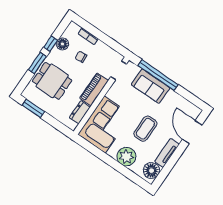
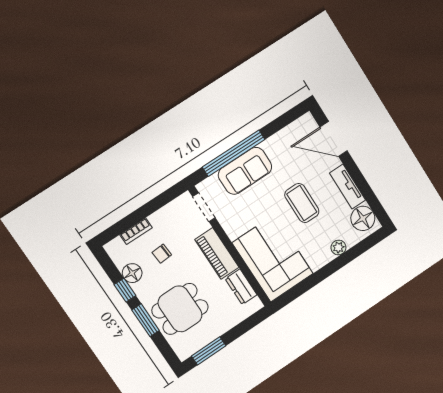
plant: (126, 157) -> (338, 248), width x0.53, depth x0.53

